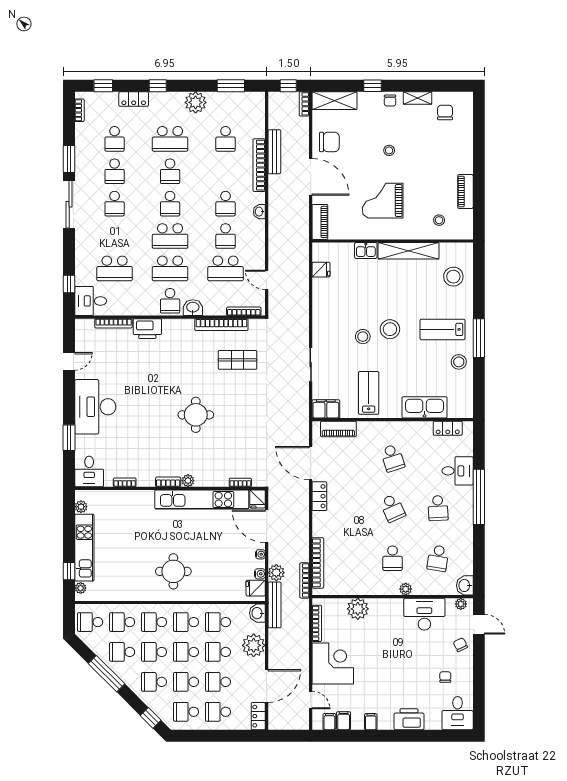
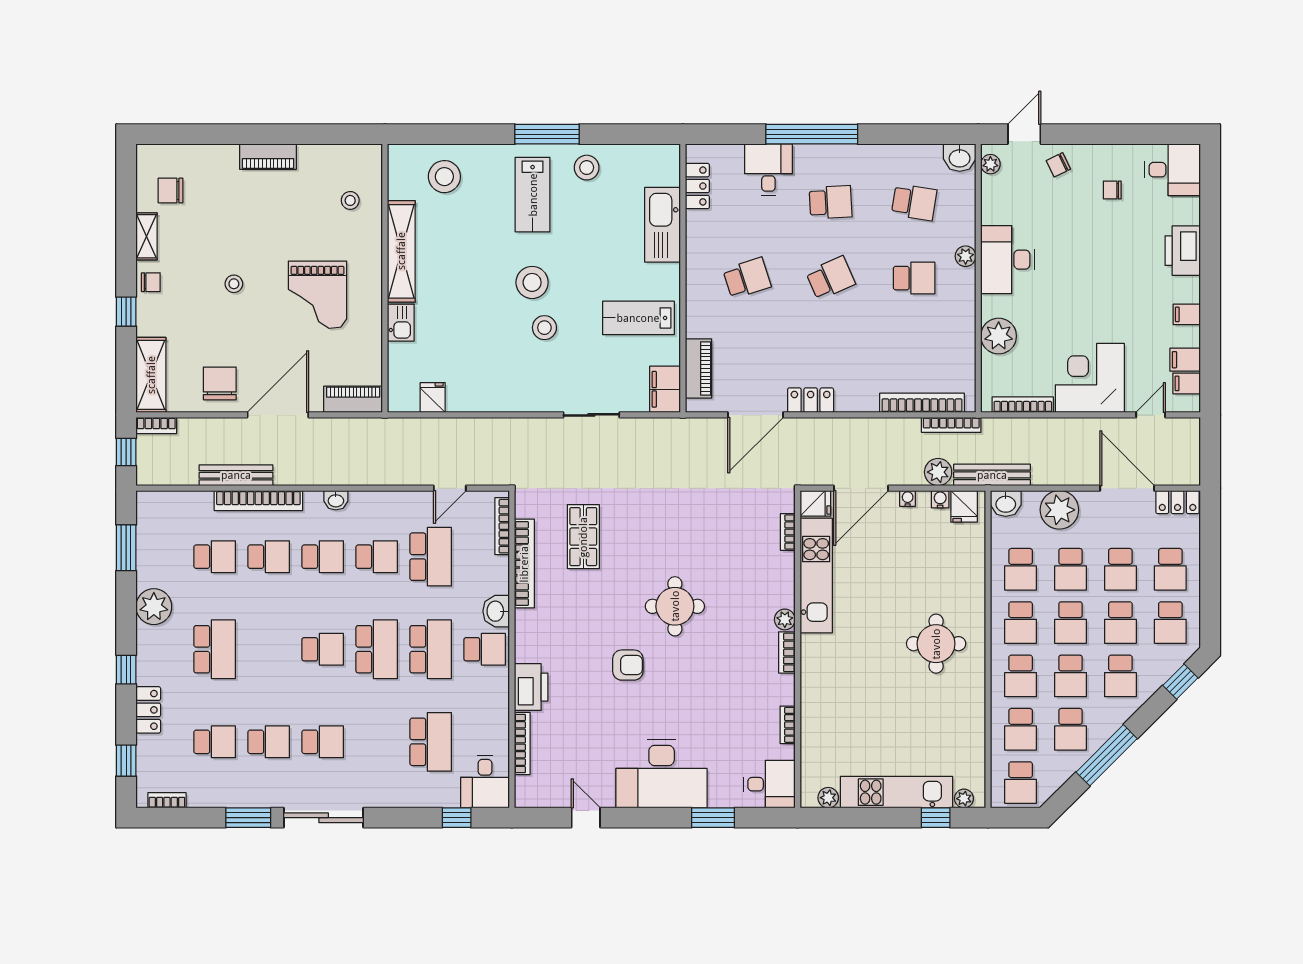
school desk: (170, 171) -> (269, 557), moved
piano: (465, 191) -> (268, 157), moved
armchair: (161, 387) -> (628, 665), added
kitchen unit: (202, 499) -> (816, 575), width x0.73
desk: (424, 614) -> (1007, 260), moved

